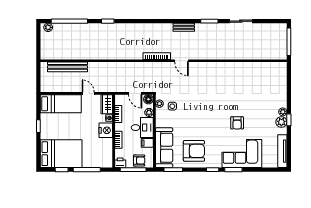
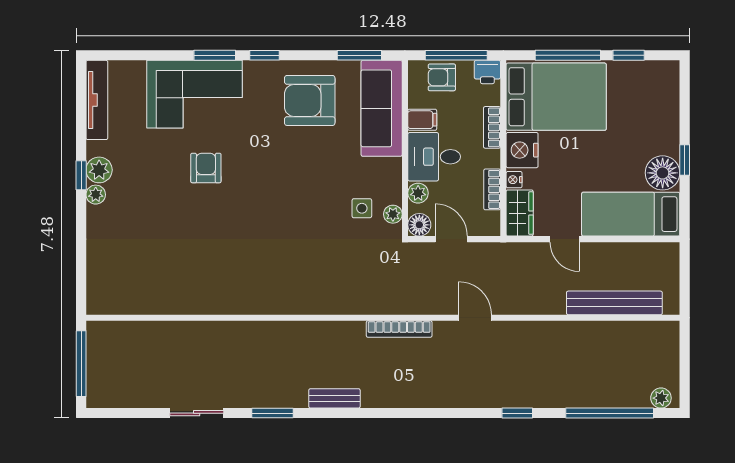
door: (181, 61) -> (475, 318), moved
floor lamp: (47, 121) -> (663, 173), added
bed: (61, 154) -> (556, 97), moved, turned 180

